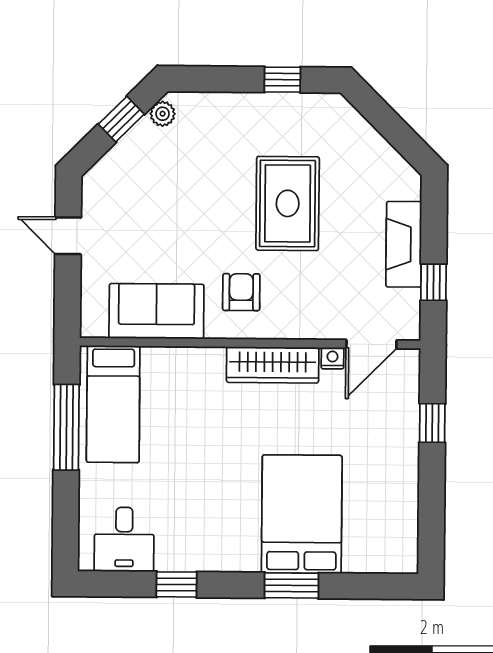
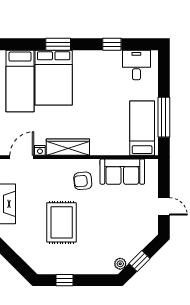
armchair: (241, 292) -> (83, 181), turned 85
bed: (374, 507) -> (20, 81), added

